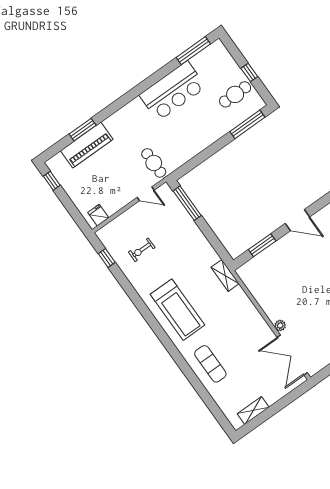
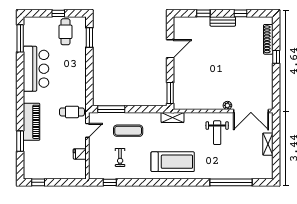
window: (247, 124) -> (89, 37), width x0.69
piano: (87, 145) -> (32, 122), moved
fridge: (98, 215) -> (80, 154), moved
window: (262, 245) -> (170, 93), moved
weight bench: (243, 335) -> (217, 133), added
exercise mat: (210, 364) -> (128, 131), moved
window: (200, 388) -> (231, 182), added
shelving: (253, 411) -> (268, 144), moved

